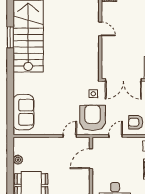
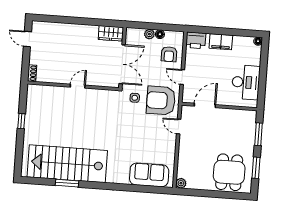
door: (100, 29) -> (78, 86), moved
door: (91, 159) -> (205, 105), swing flipped
plant: (18, 160) -> (181, 183), moved

